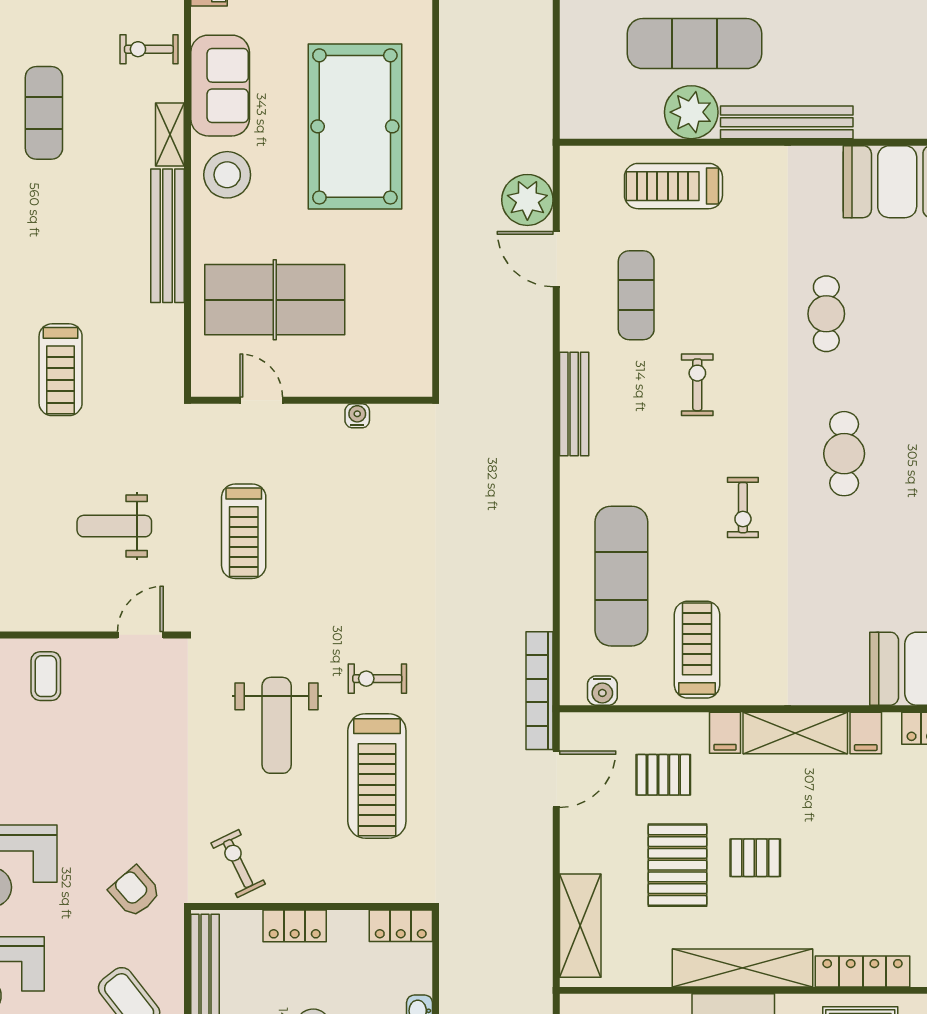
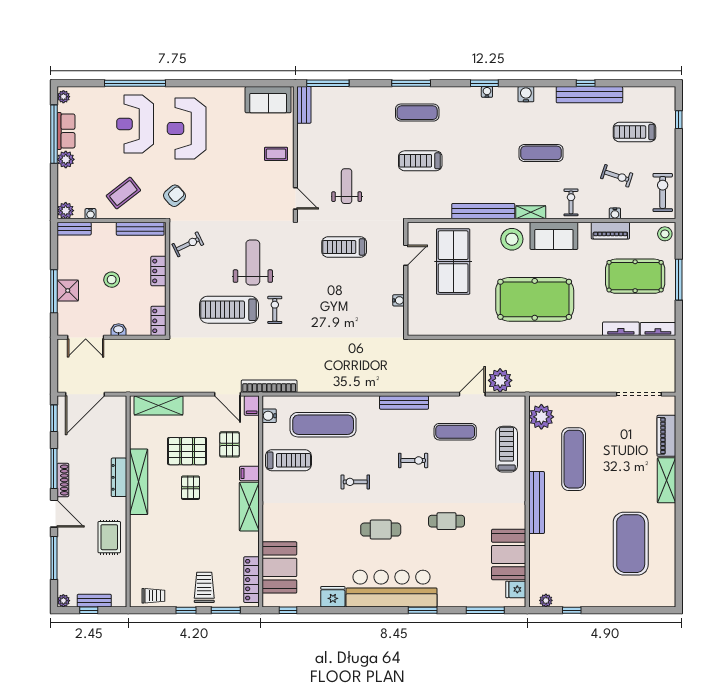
plant: (691, 112) -> (541, 417), moved
weight bench: (277, 725) -> (253, 262), turned 90
filing cabinet: (866, 733) -> (252, 405), moved, turned -90
locker: (863, 971) -> (137, 538), removed

